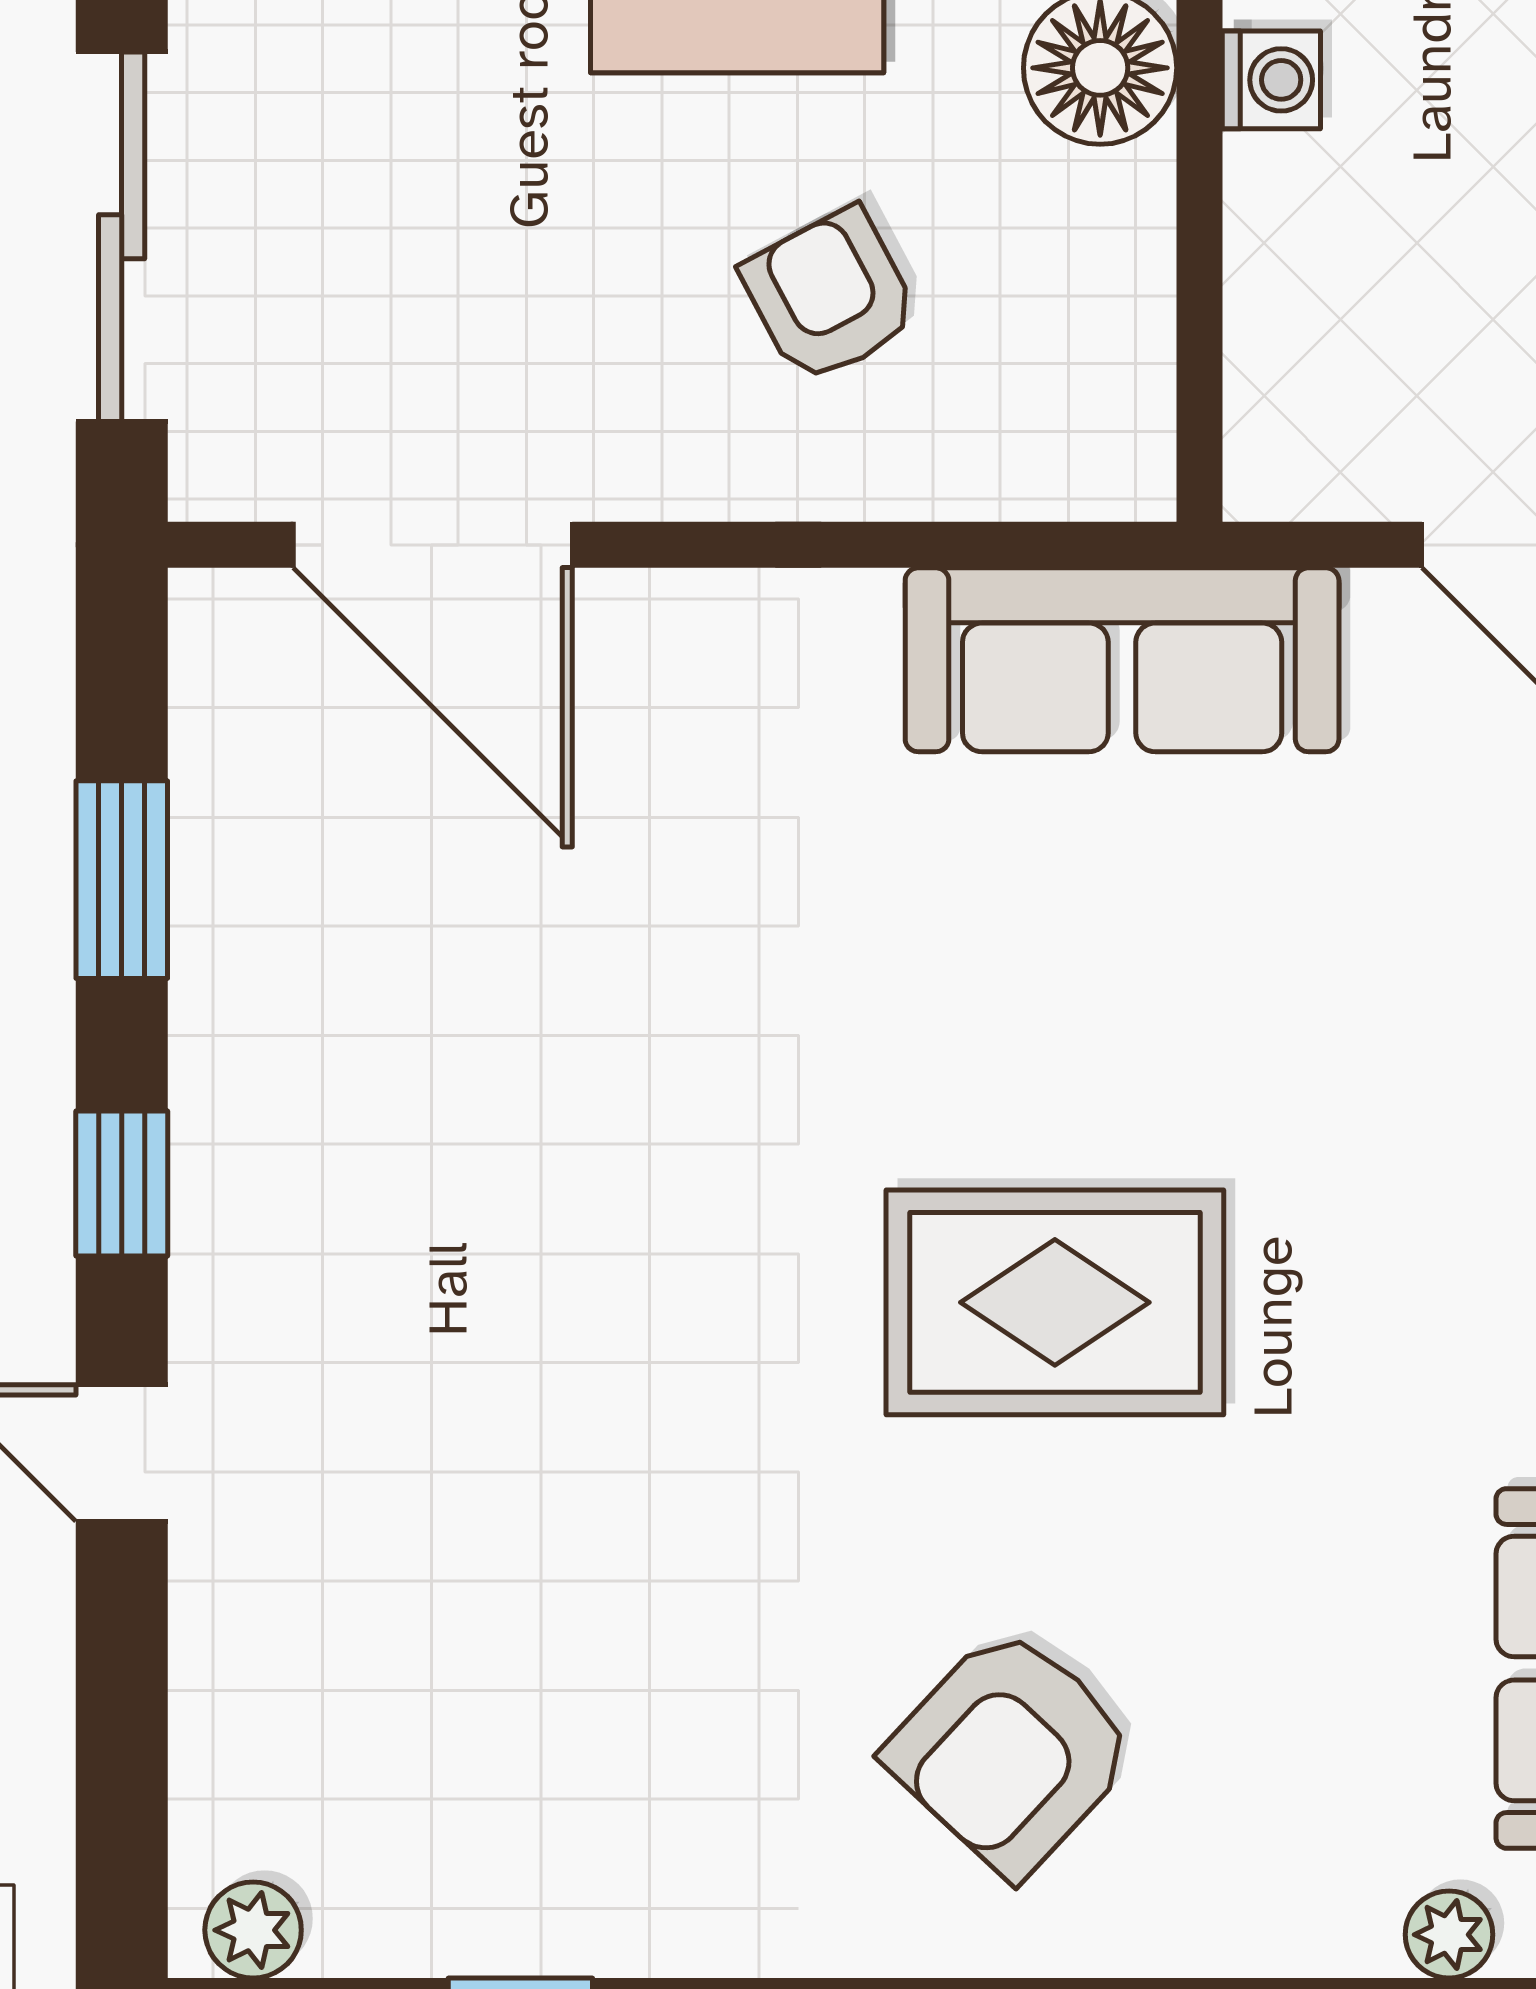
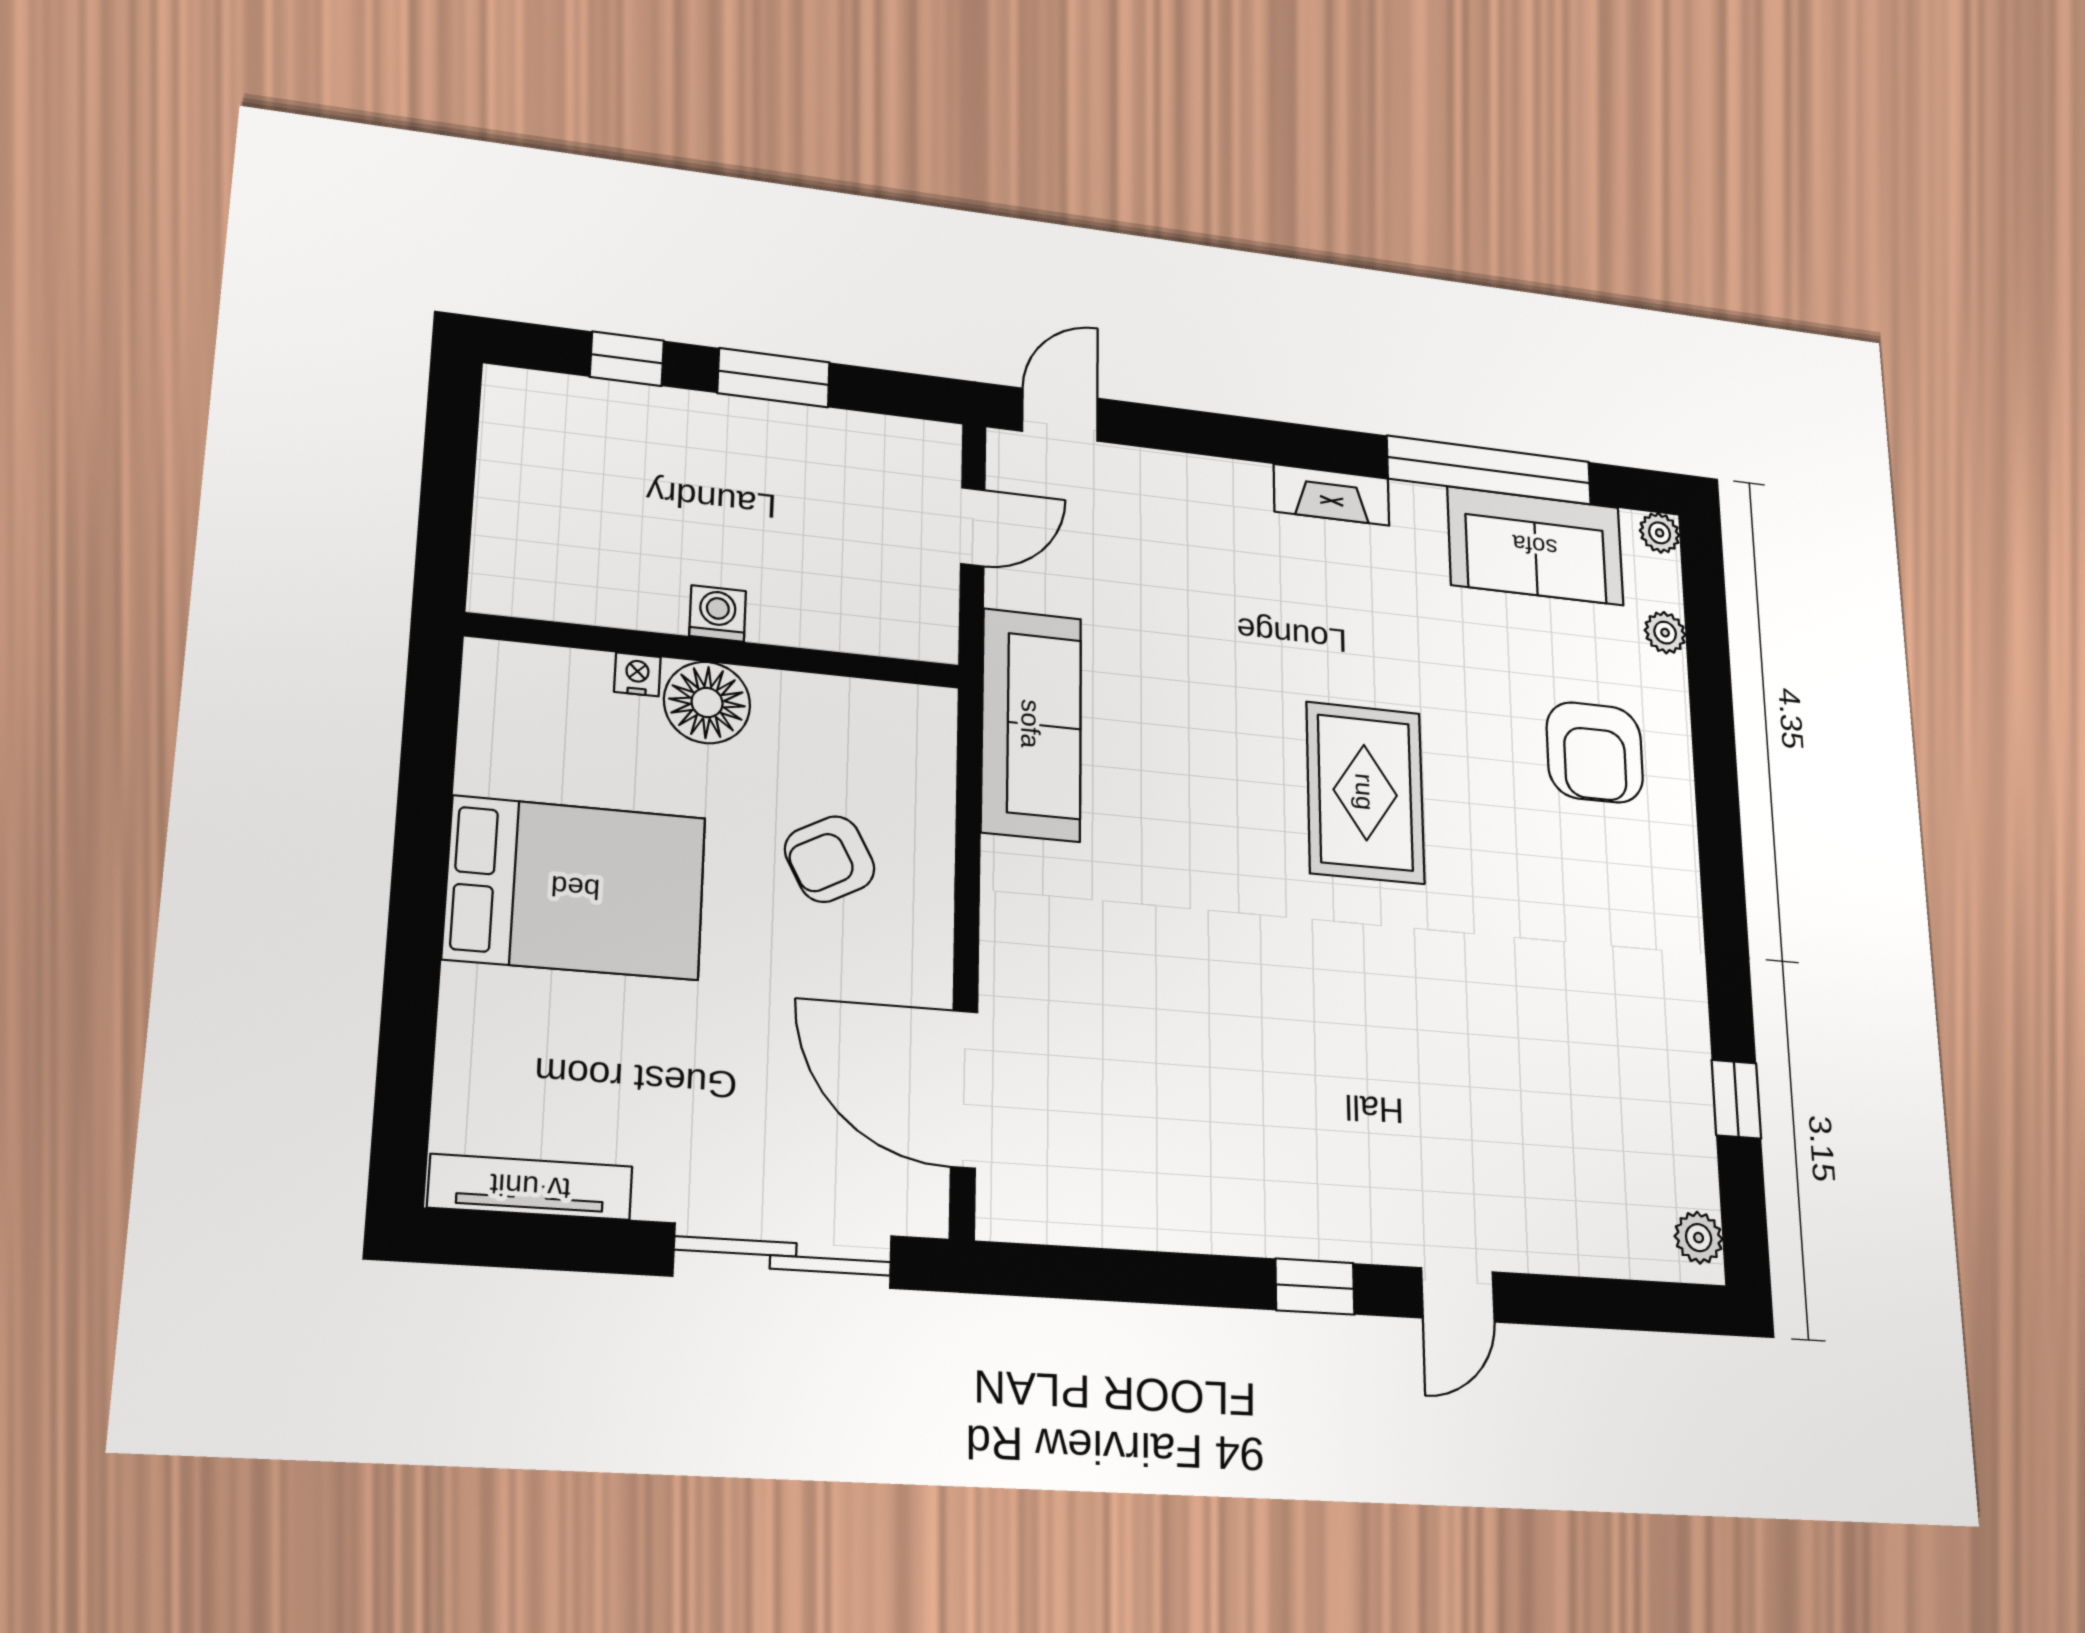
door: (433, 545) -> (964, 1089), swing flipped
window: (122, 880) -> (1149, 1277), removed
armchair: (1011, 1751) -> (1595, 752), moved, turned 47

